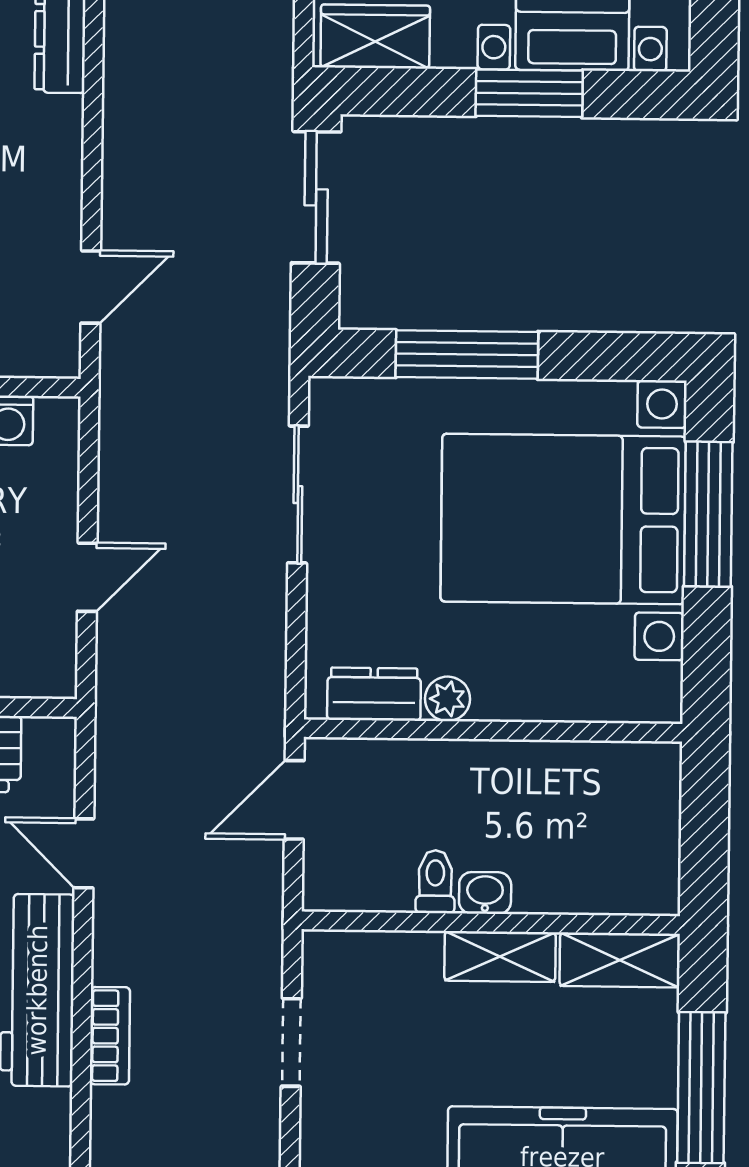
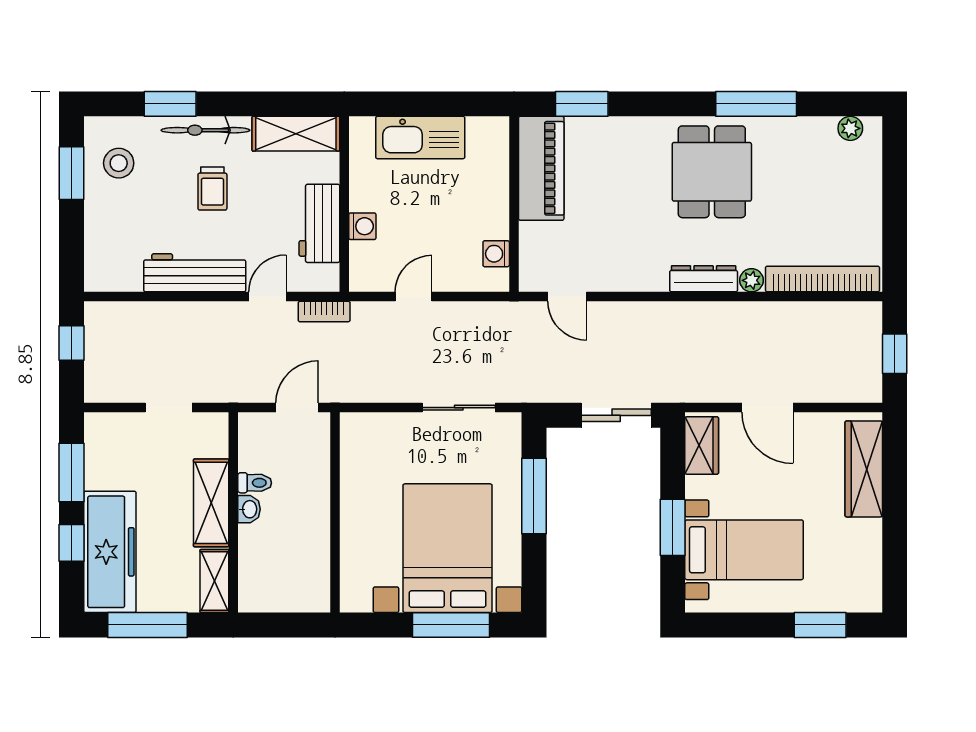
door: (87, 577) -> (414, 297), swing flipped
dresser: (374, 694) -> (354, 449), removed
plant: (448, 699) -> (352, 488), removed
door: (294, 800) -> (297, 408), hinge flipped
shelving: (500, 956) -> (211, 503), width x1.50, depth x1.33
bookcase: (110, 1036) -> (324, 312), moved

